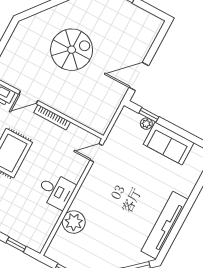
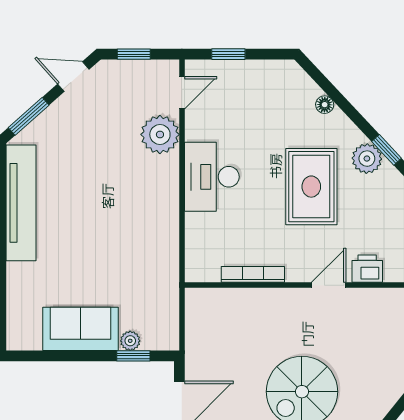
bookcase: (52, 117) -> (253, 274), moved
door: (96, 153) -> (182, 93), moved
desk: (56, 191) -> (212, 177), width x1.37

